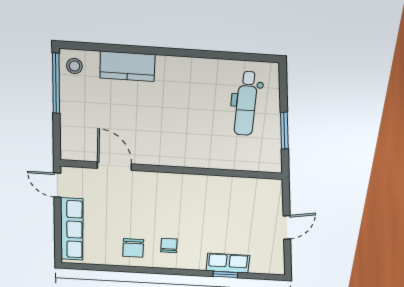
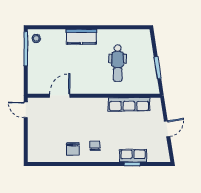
kitchen counter: (127, 66) -> (81, 37), moved
dental chair: (246, 104) -> (118, 63), moved
door: (114, 166) -> (60, 96), hinge flipped
row of seats: (72, 229) -> (129, 104), moved, turned 90

